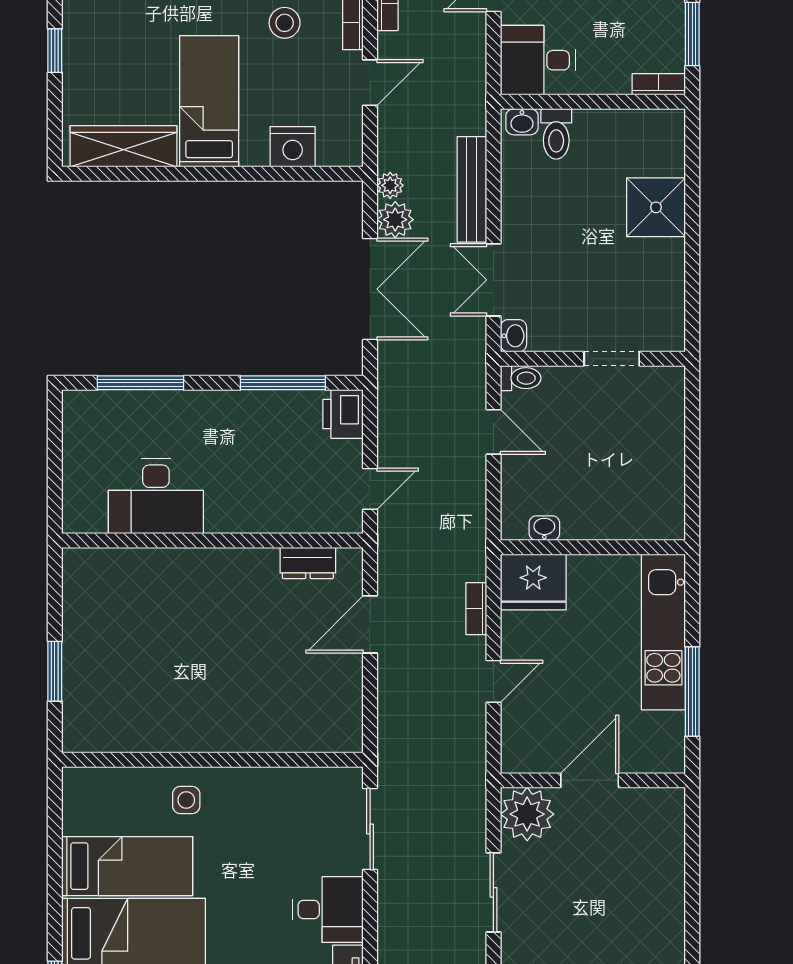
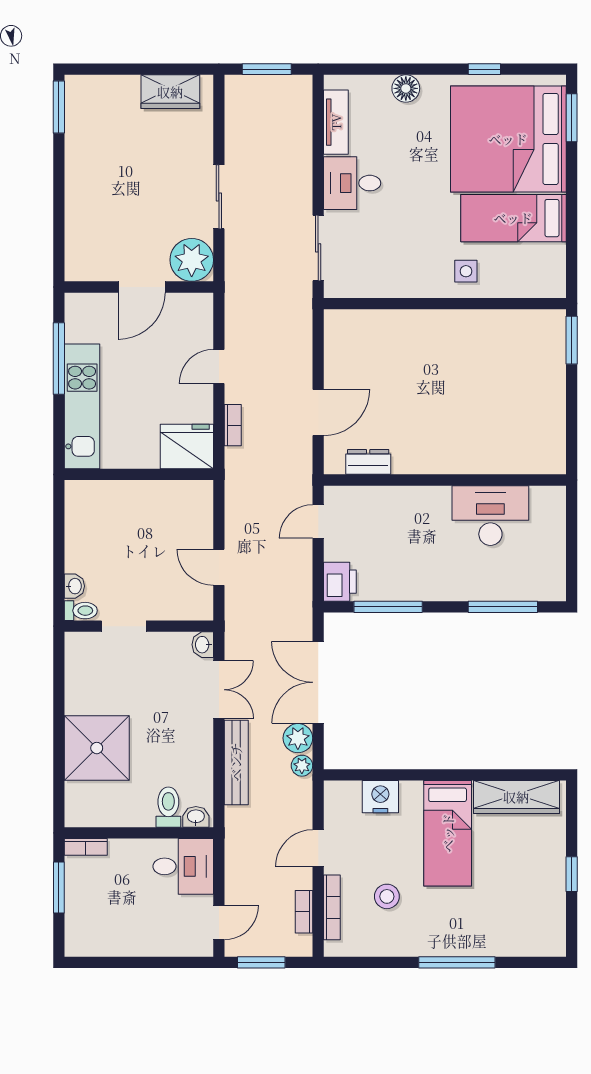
shower: (656, 207) -> (97, 748), width x1.37, depth x1.37
toilet: (521, 378) -> (81, 611), moved, turned 180
washbasin: (544, 528) -> (74, 586), moved, turned -90
window: (55, 671) -> (572, 340), moved

